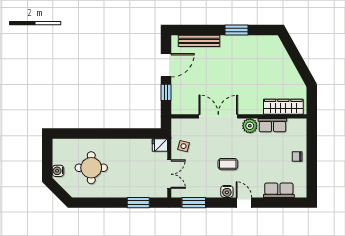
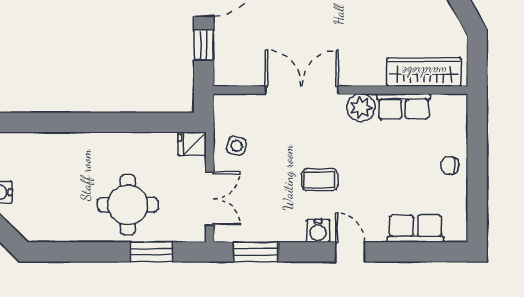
round table: (91, 168) -> (128, 205), moved

